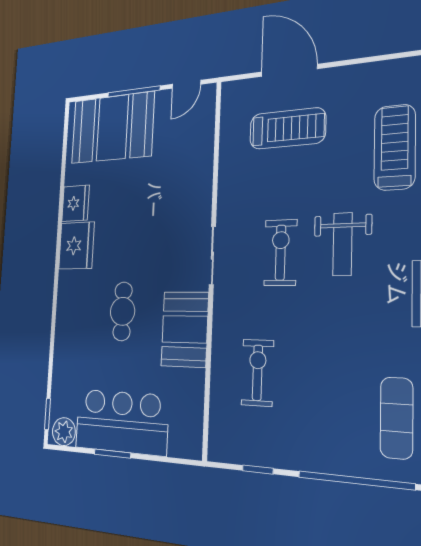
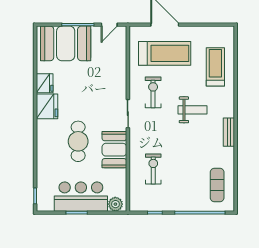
treadmill: (287, 128) -> (165, 53), width x1.37, depth x1.38
weight bench: (343, 244) -> (193, 110), turned -90
exercise bike: (280, 253) -> (153, 92), moved
cafe table: (123, 311) -> (78, 141), width x1.37, depth x1.35
plant: (64, 432) -> (115, 204), moved

